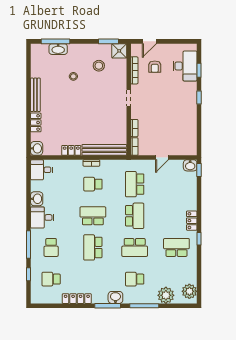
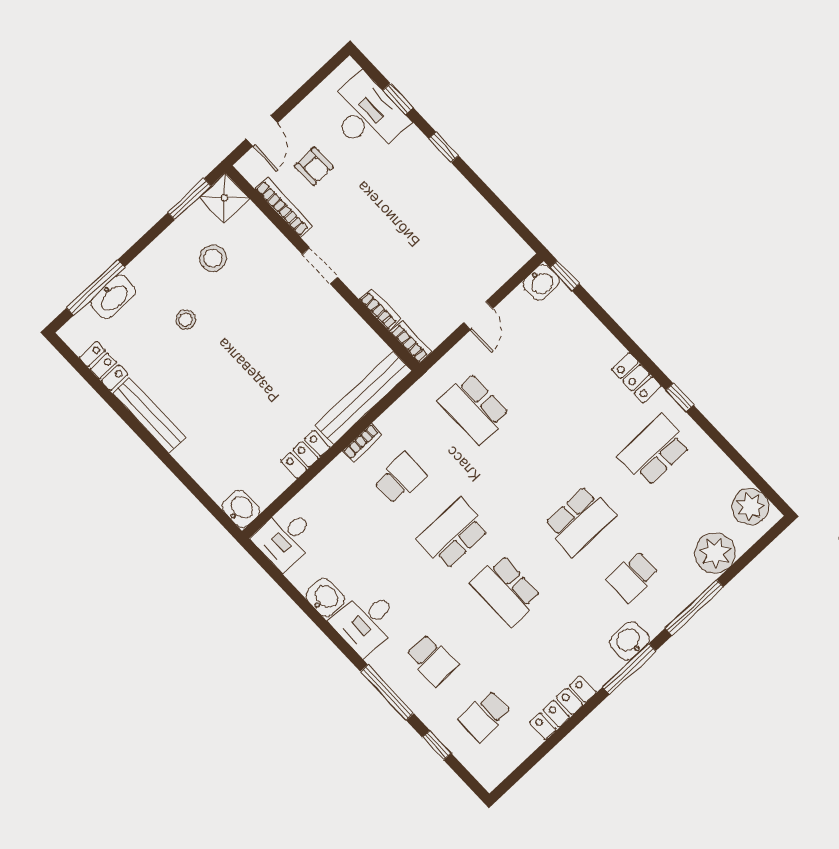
locker: (36, 122) -> (103, 366), moved
school desk: (93, 184) -> (400, 478), turned 180
school desk: (135, 216) -> (527, 464), removed

